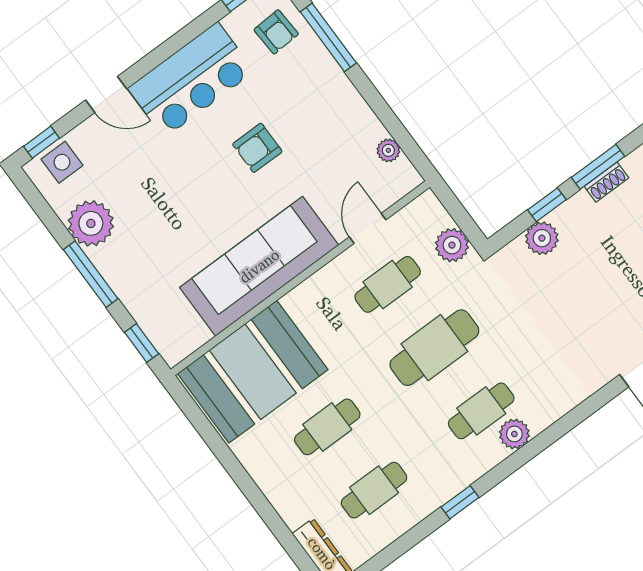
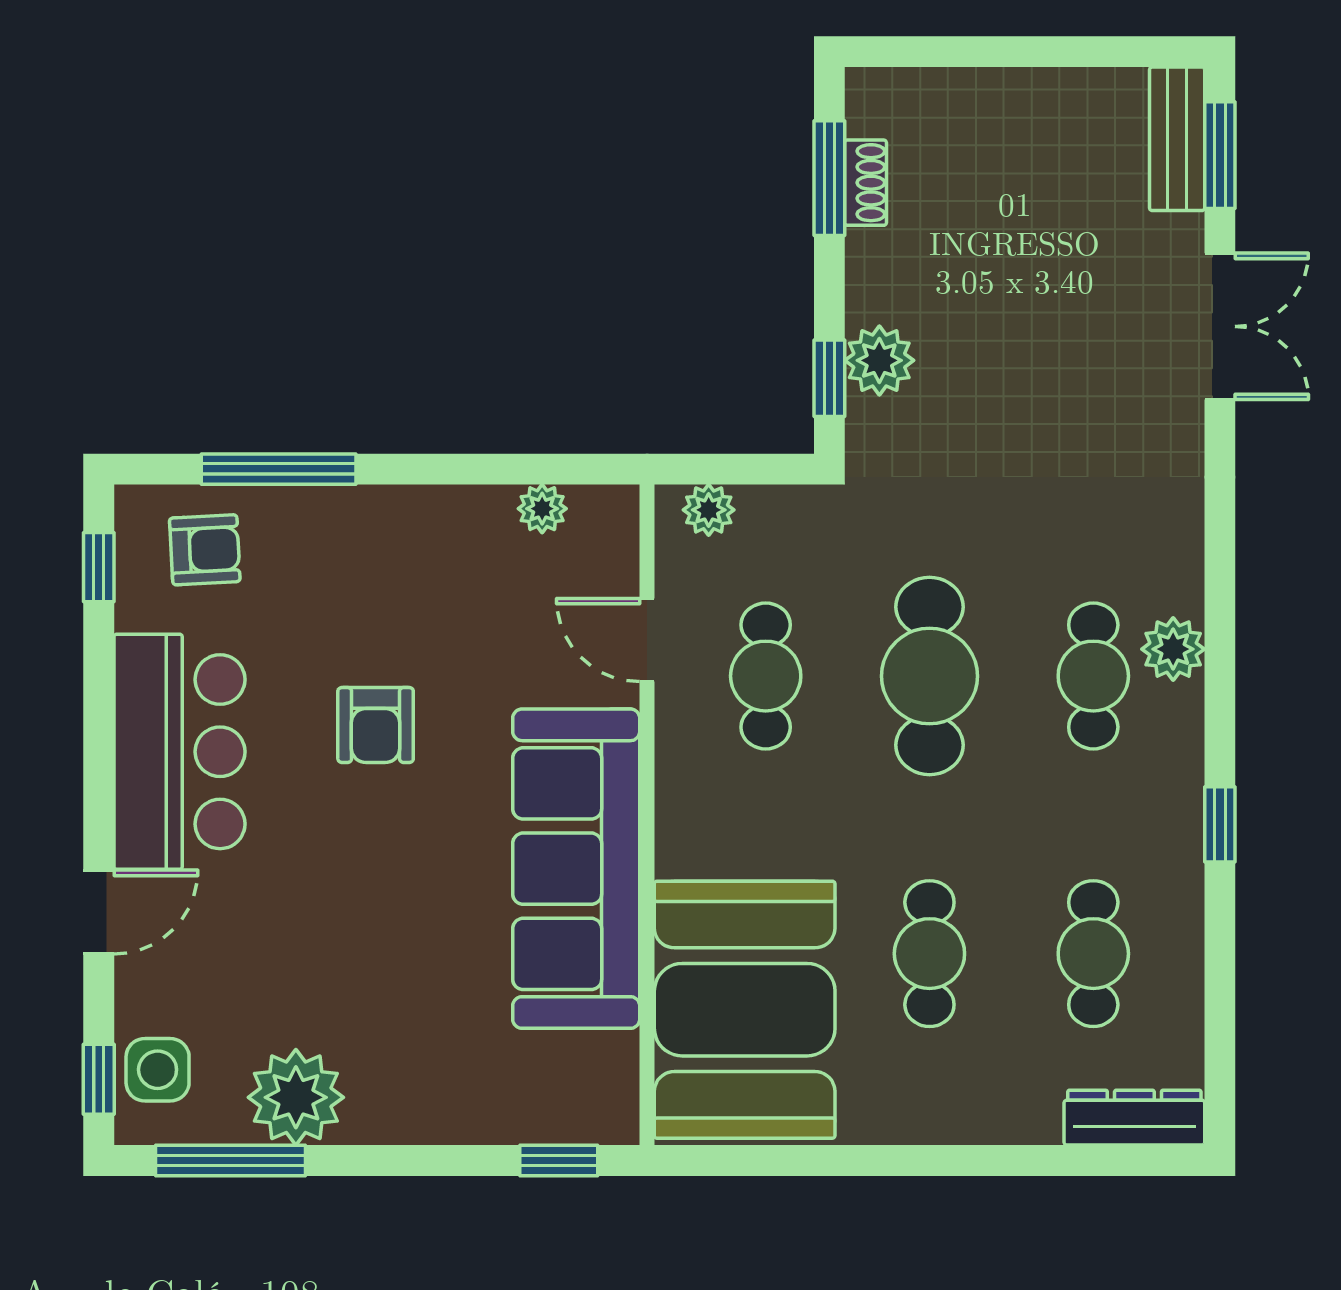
window: (547, 205) -> (829, 378), moved
plant: (452, 245) -> (709, 510), moved, width x0.73, depth x0.73
window: (91, 274) -> (230, 1160), moved

